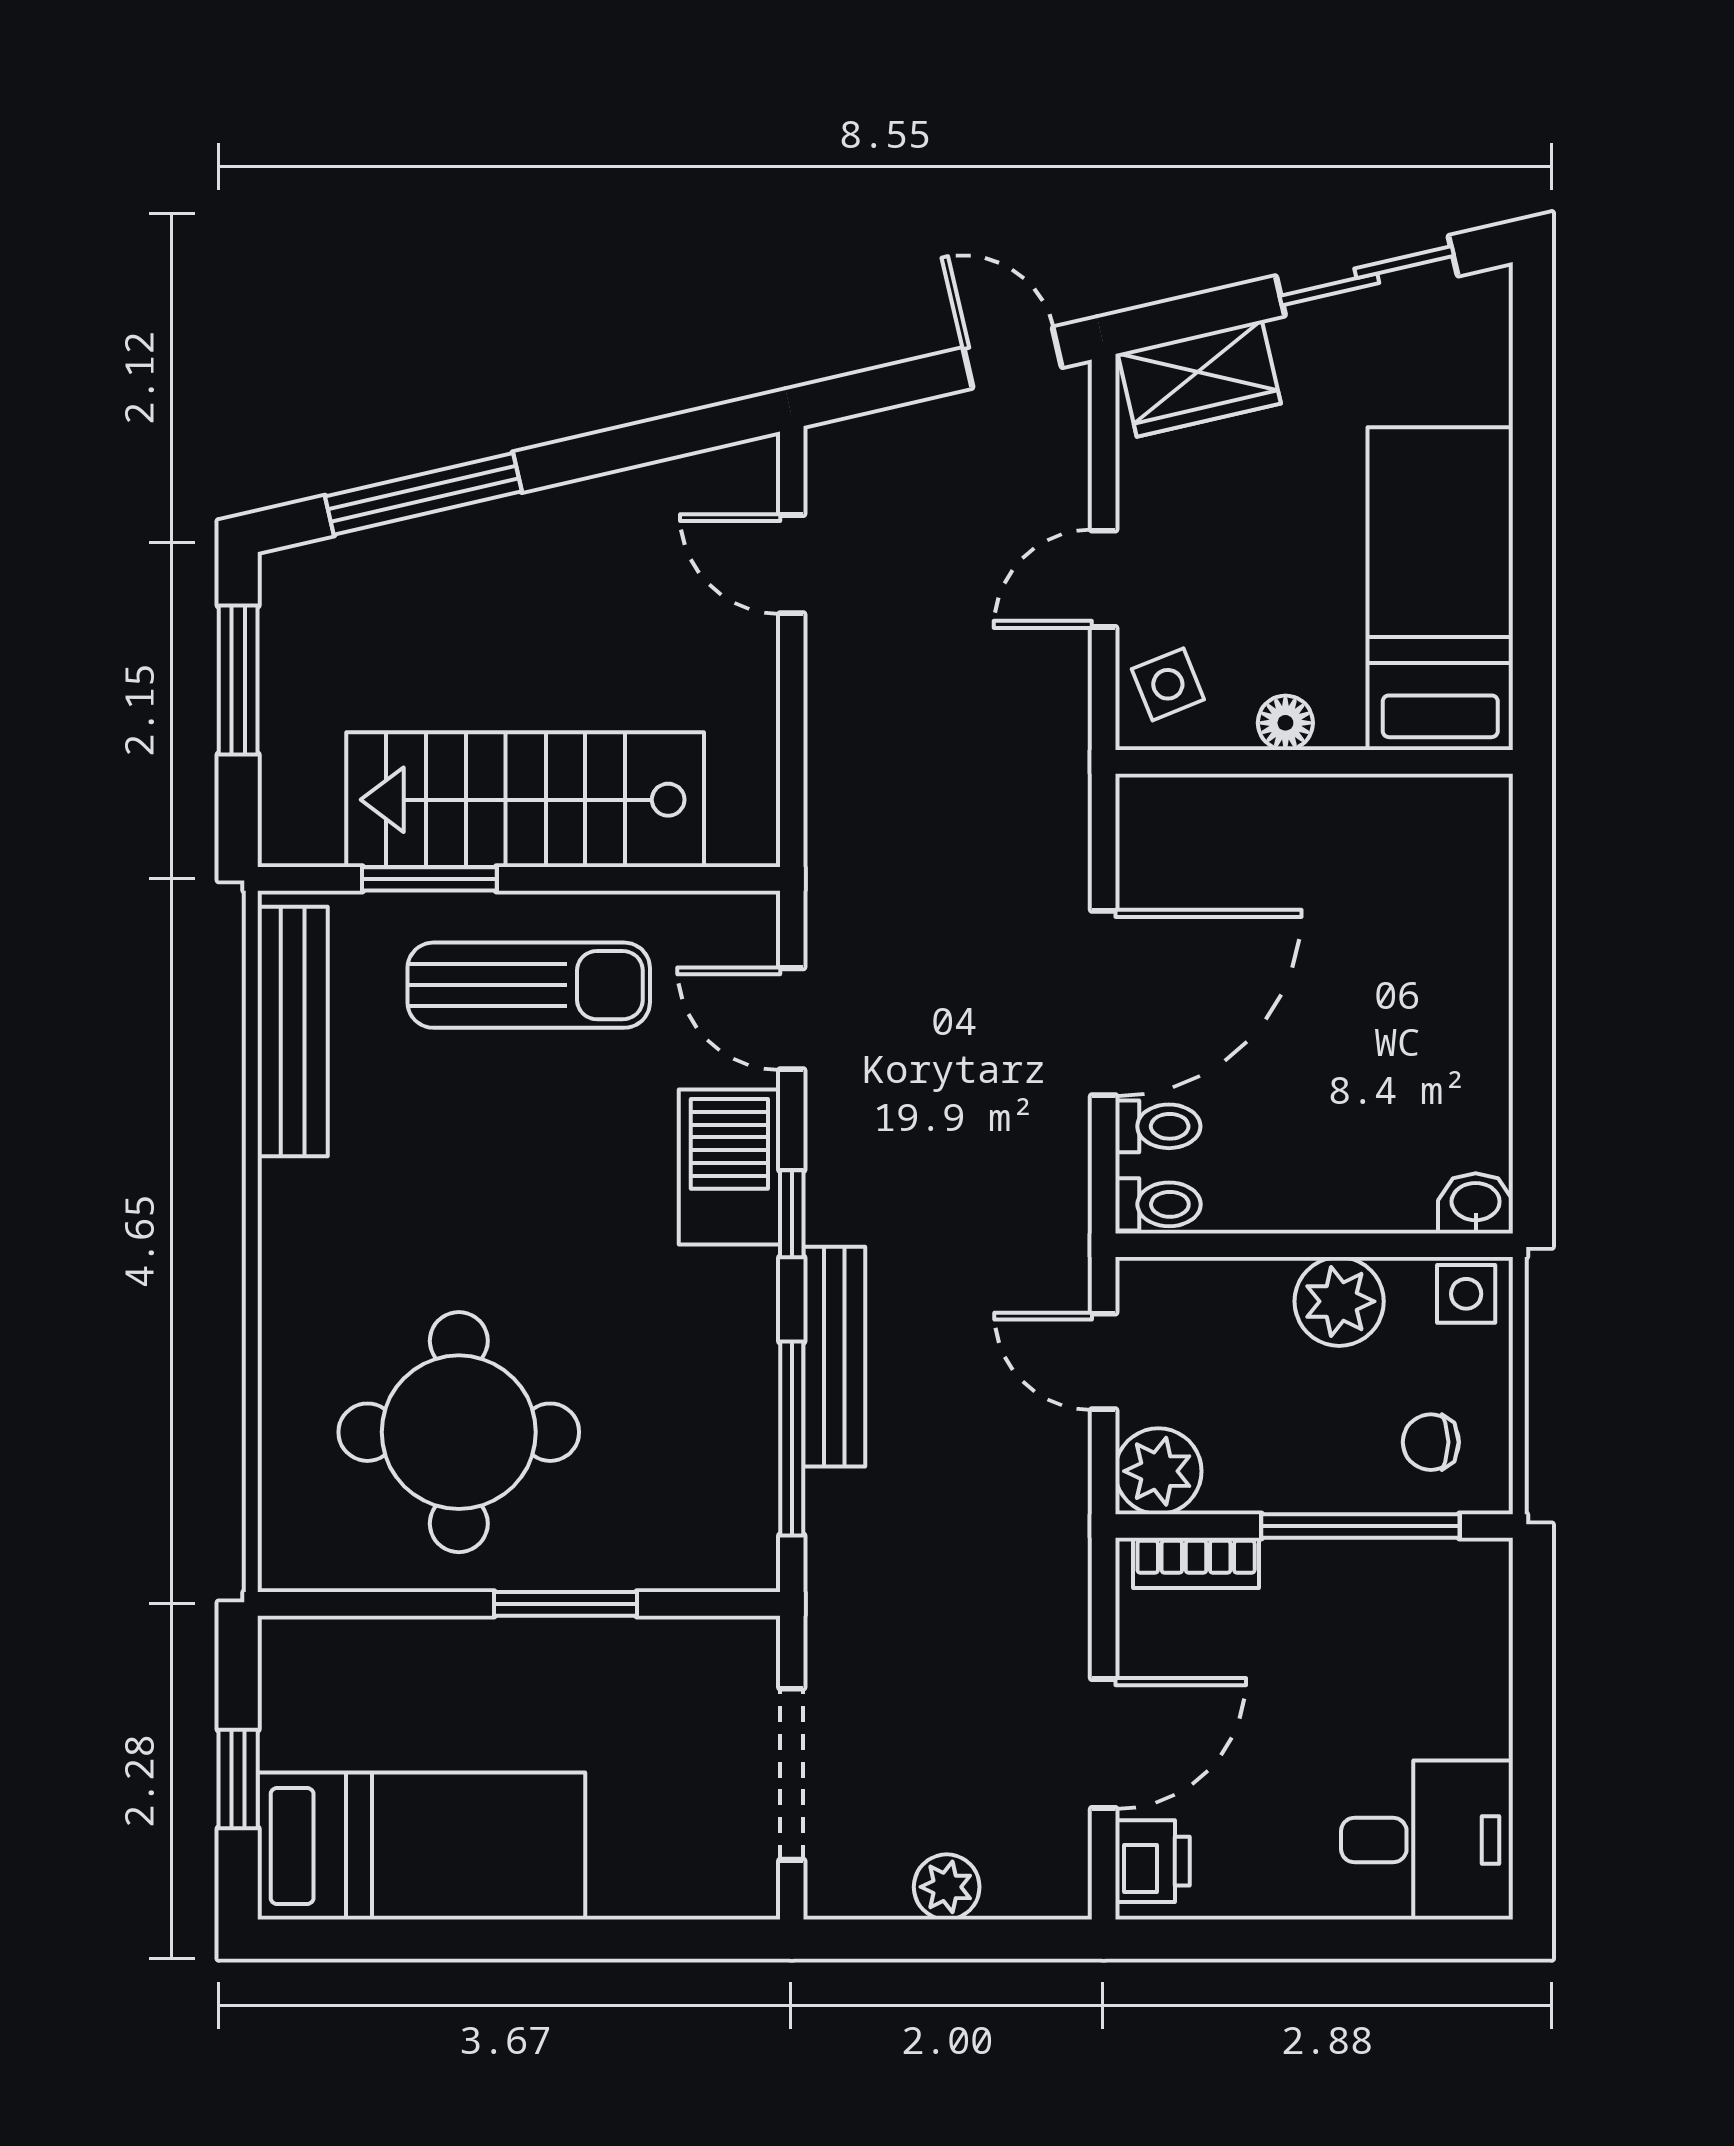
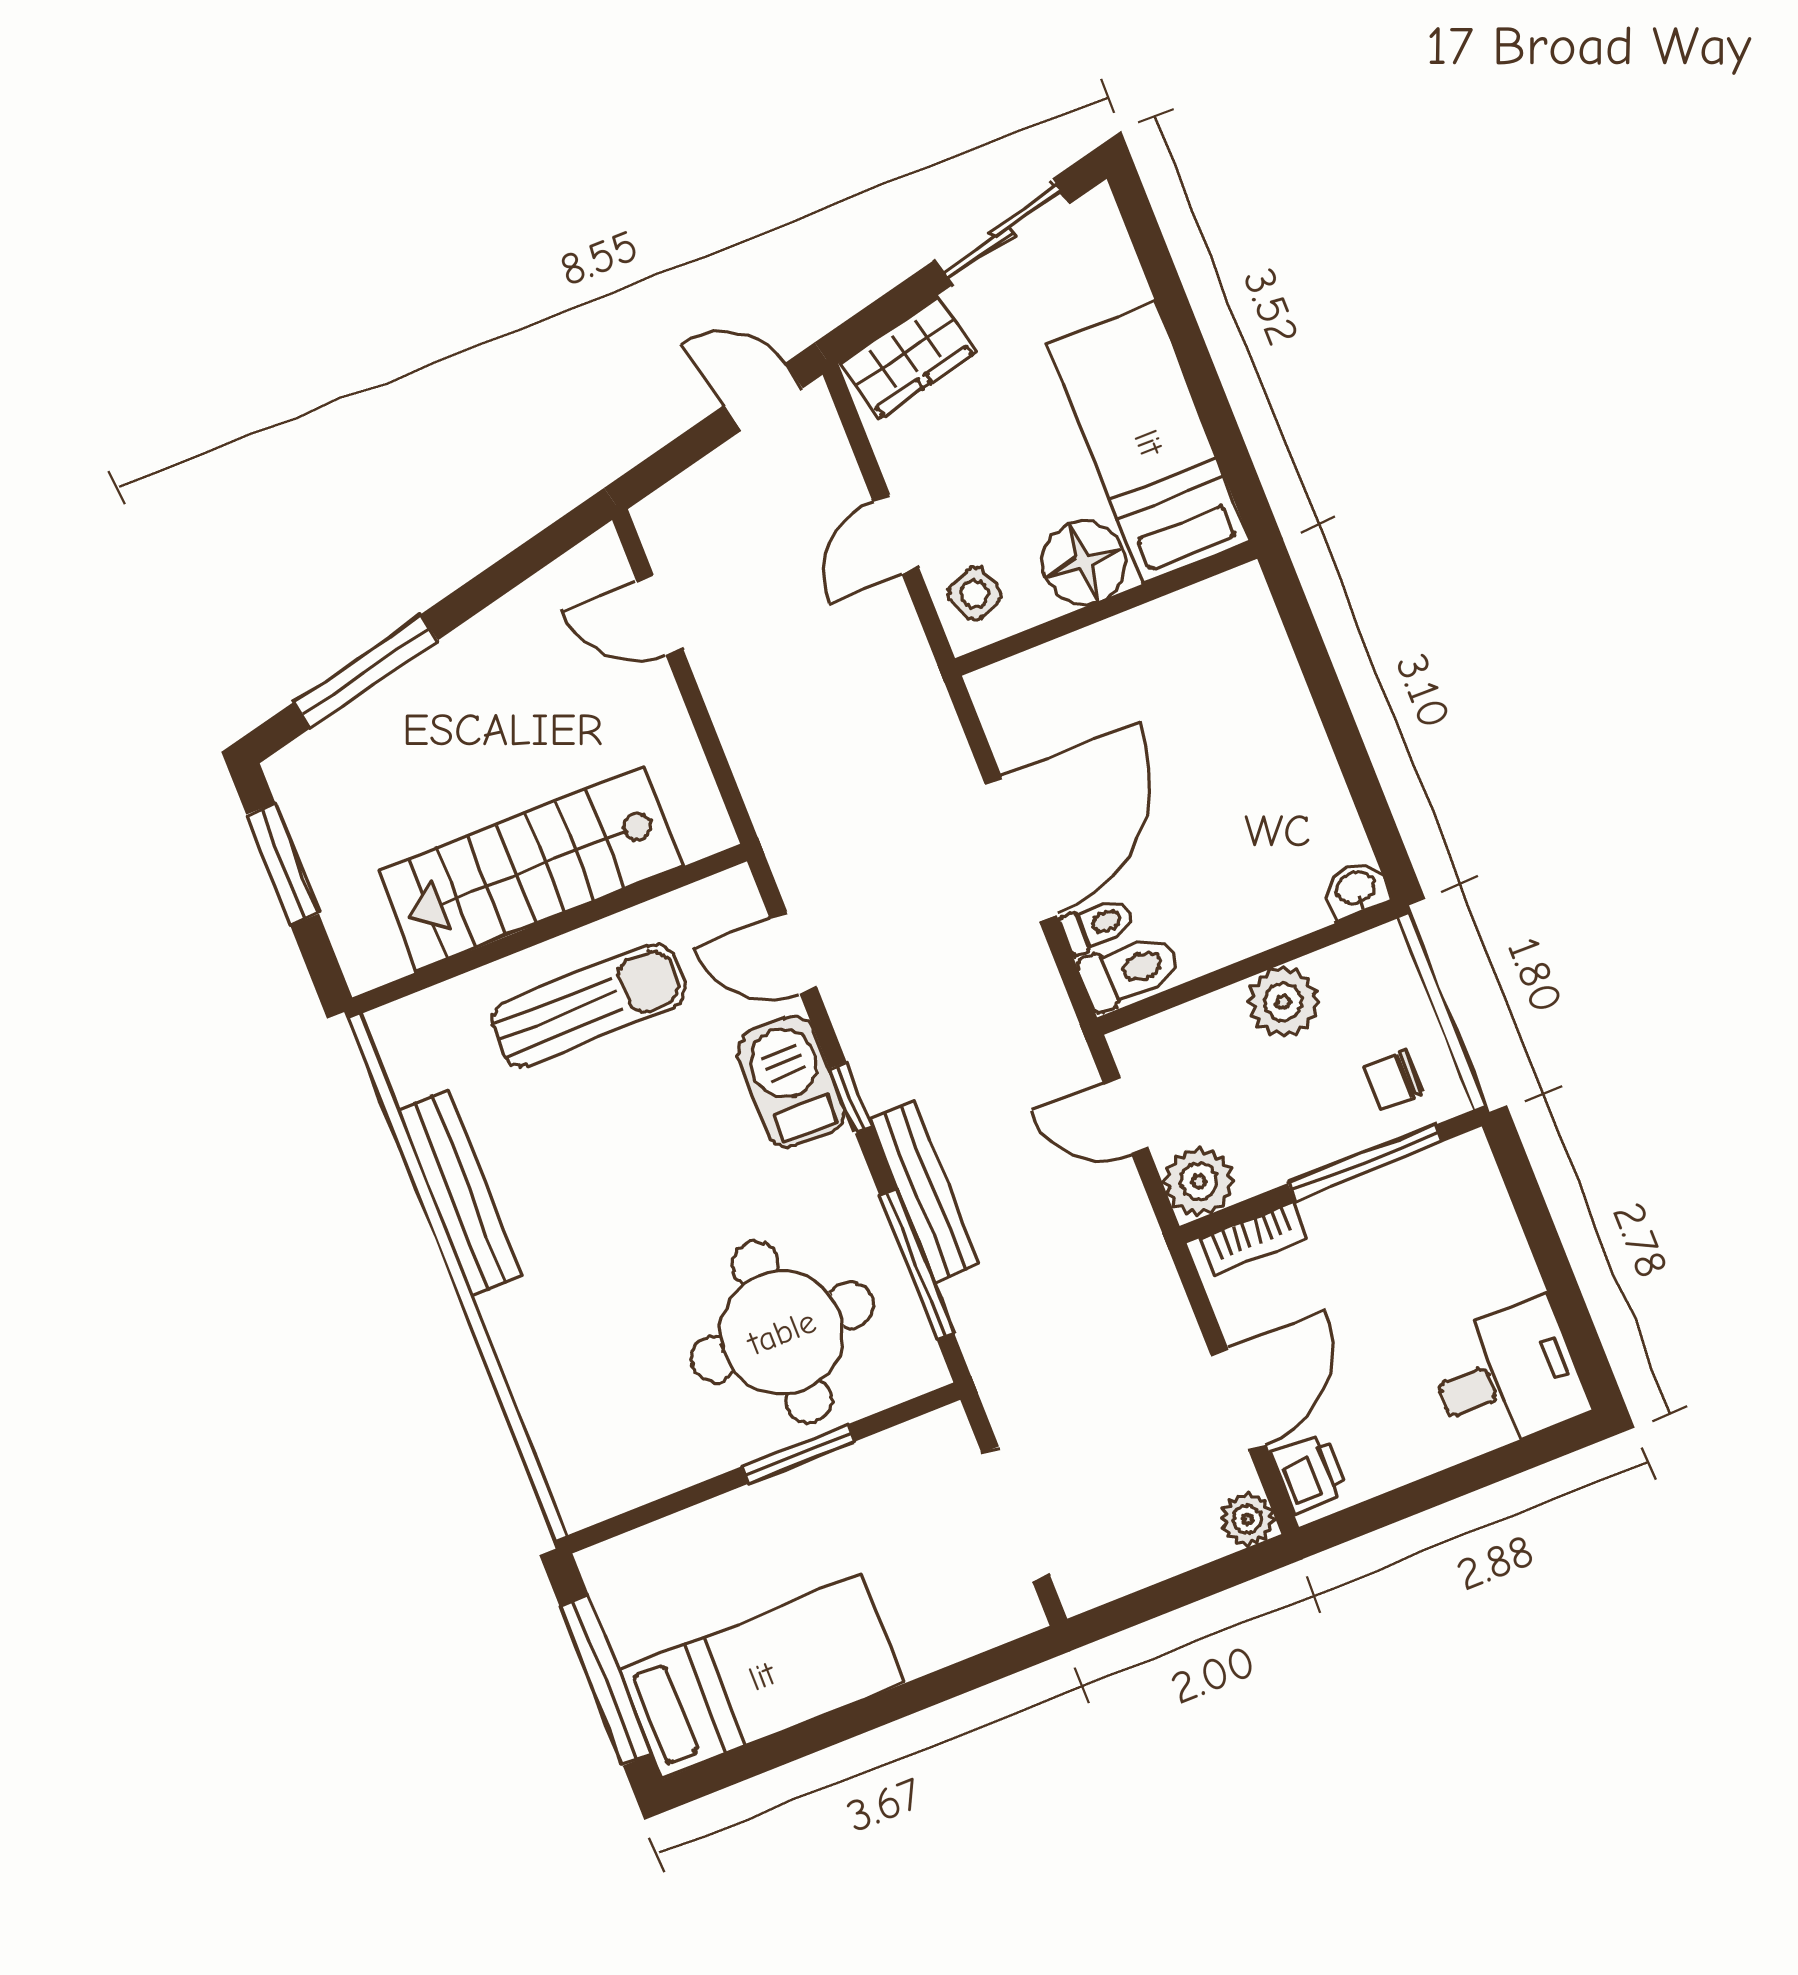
floor lamp: (1285, 723) -> (1084, 563), width x1.89, depth x1.89
window: (429, 879) -> (483, 956), removed
bench: (293, 1032) -> (460, 1193), moved
toilet: (1158, 1204) -> (1130, 971), width x1.37, depth x1.39
side table: (1466, 1294) -> (1375, 959), removed
round table: (459, 1432) -> (782, 1332), moved
window: (238, 1779) -> (606, 1681), width x2.17
plant: (947, 1887) -> (1248, 1519), moved

